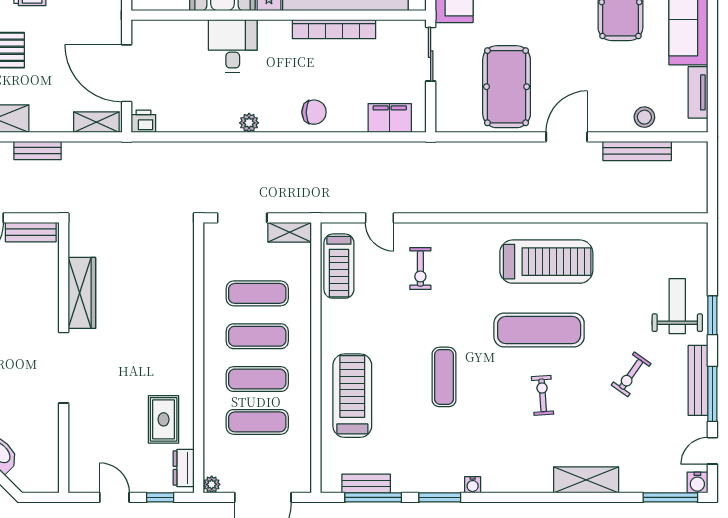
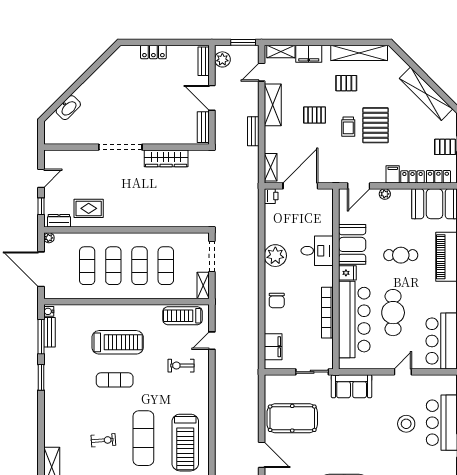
plant: (249, 123) -> (275, 256), width x1.88, depth x1.88
treadmill: (352, 396) -> (118, 342), moved
water cooler: (473, 485) -> (49, 311), moved

